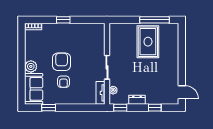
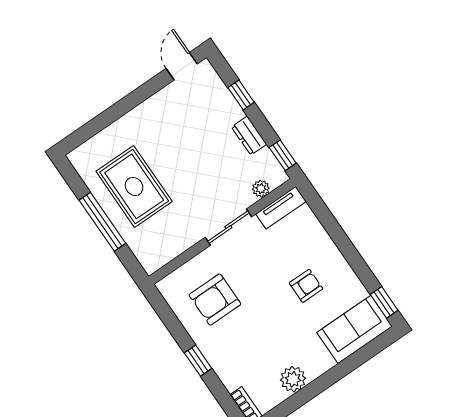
window: (154, 20) -> (102, 222), moved
rug: (148, 42) -> (134, 186), turned 90
armchair: (62, 62) -> (215, 299), moved
plant: (31, 66) -> (293, 379), moved
window: (49, 108) -> (384, 302), moved

